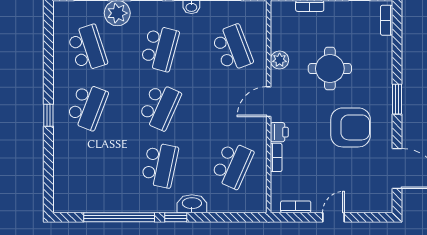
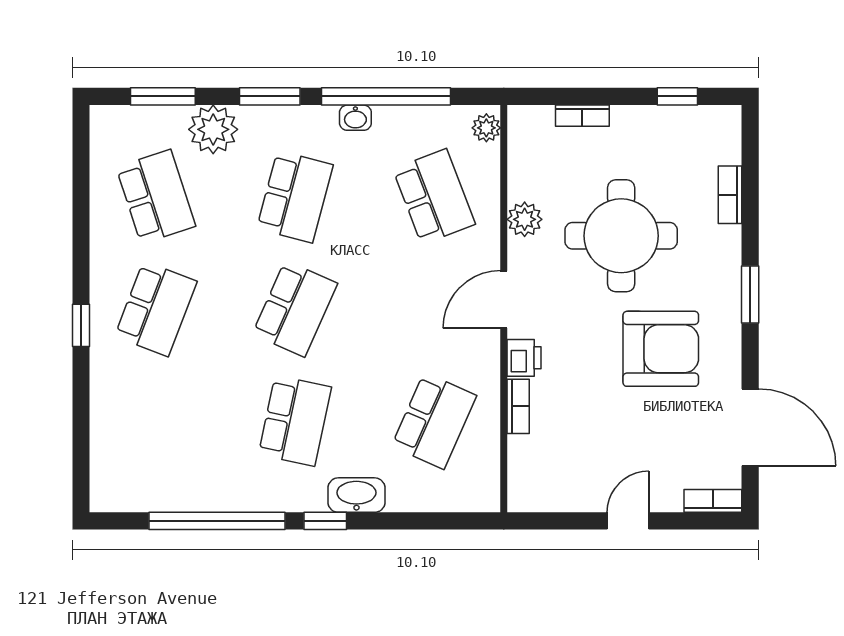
plant: (260, 12) -> (486, 128), added
bookcase: (387, 20) -> (730, 195), moved
round table: (330, 69) -> (621, 236), width x1.36, depth x1.36
bookcase: (296, 207) -> (713, 501), moved

